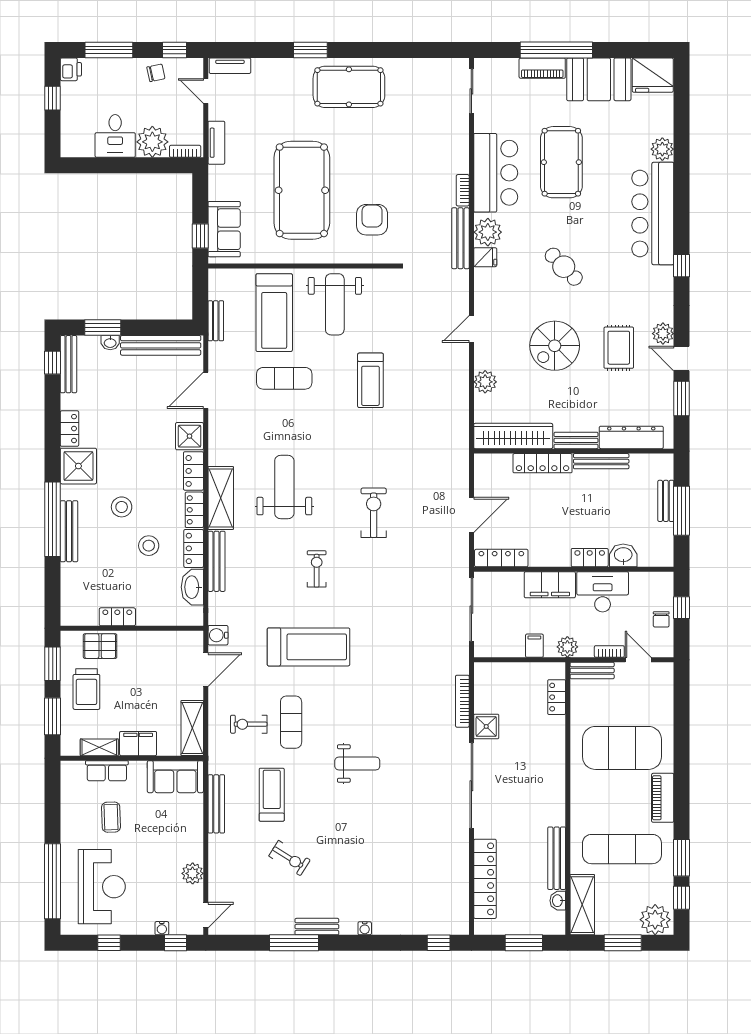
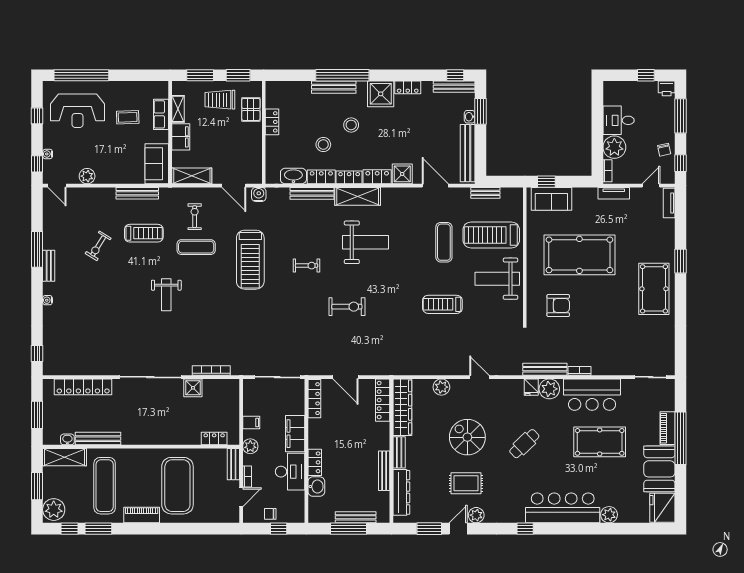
locker: (543, 463) -> (383, 400), moved
bench: (666, 501) -> (356, 517), width x1.36

